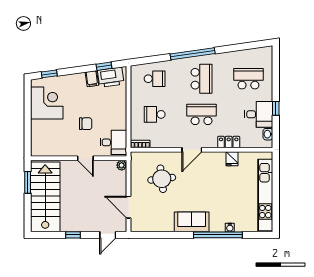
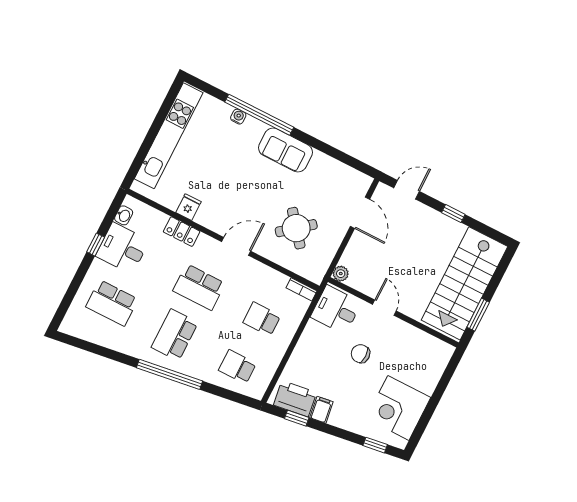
school desk: (155, 114) -> (262, 319), turned 180
round table: (162, 179) -> (296, 228), turned -32

